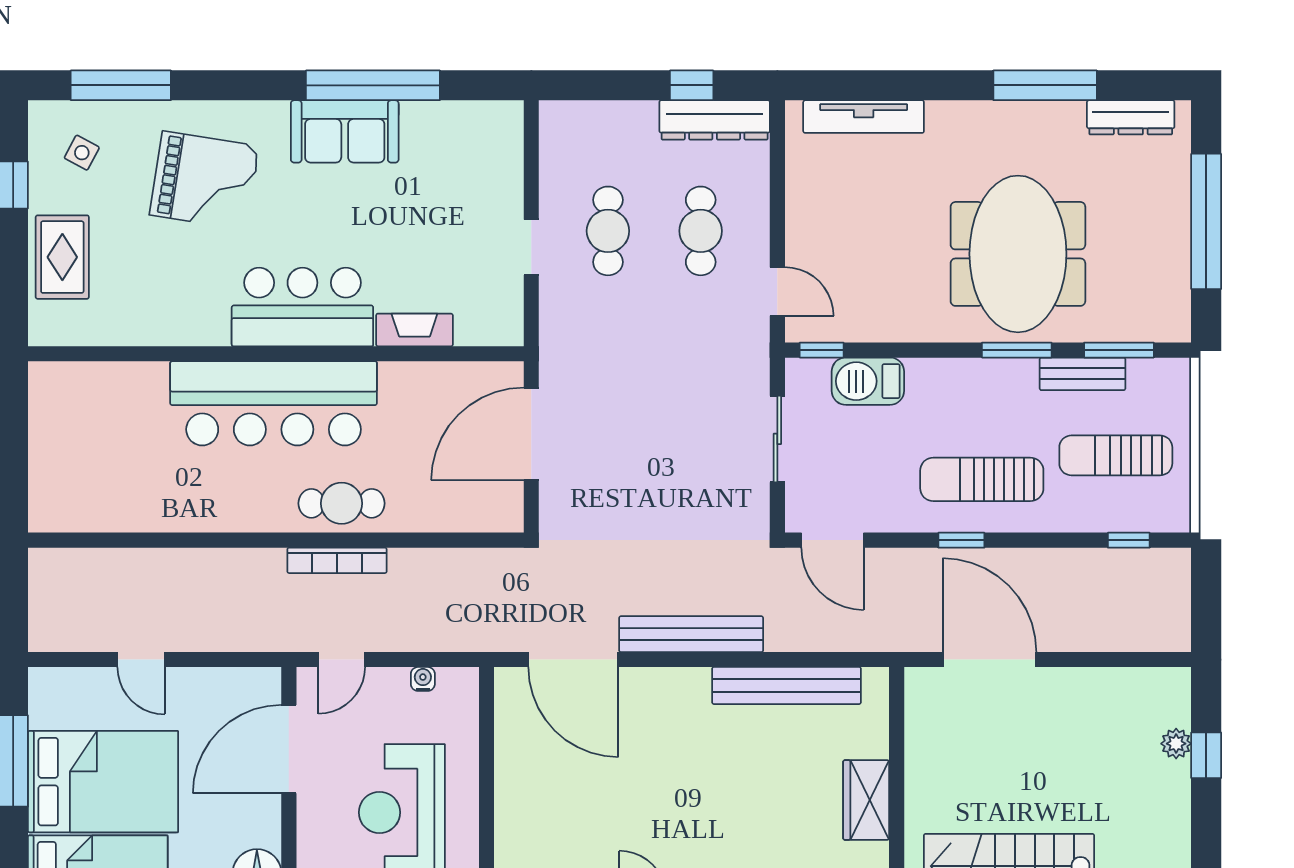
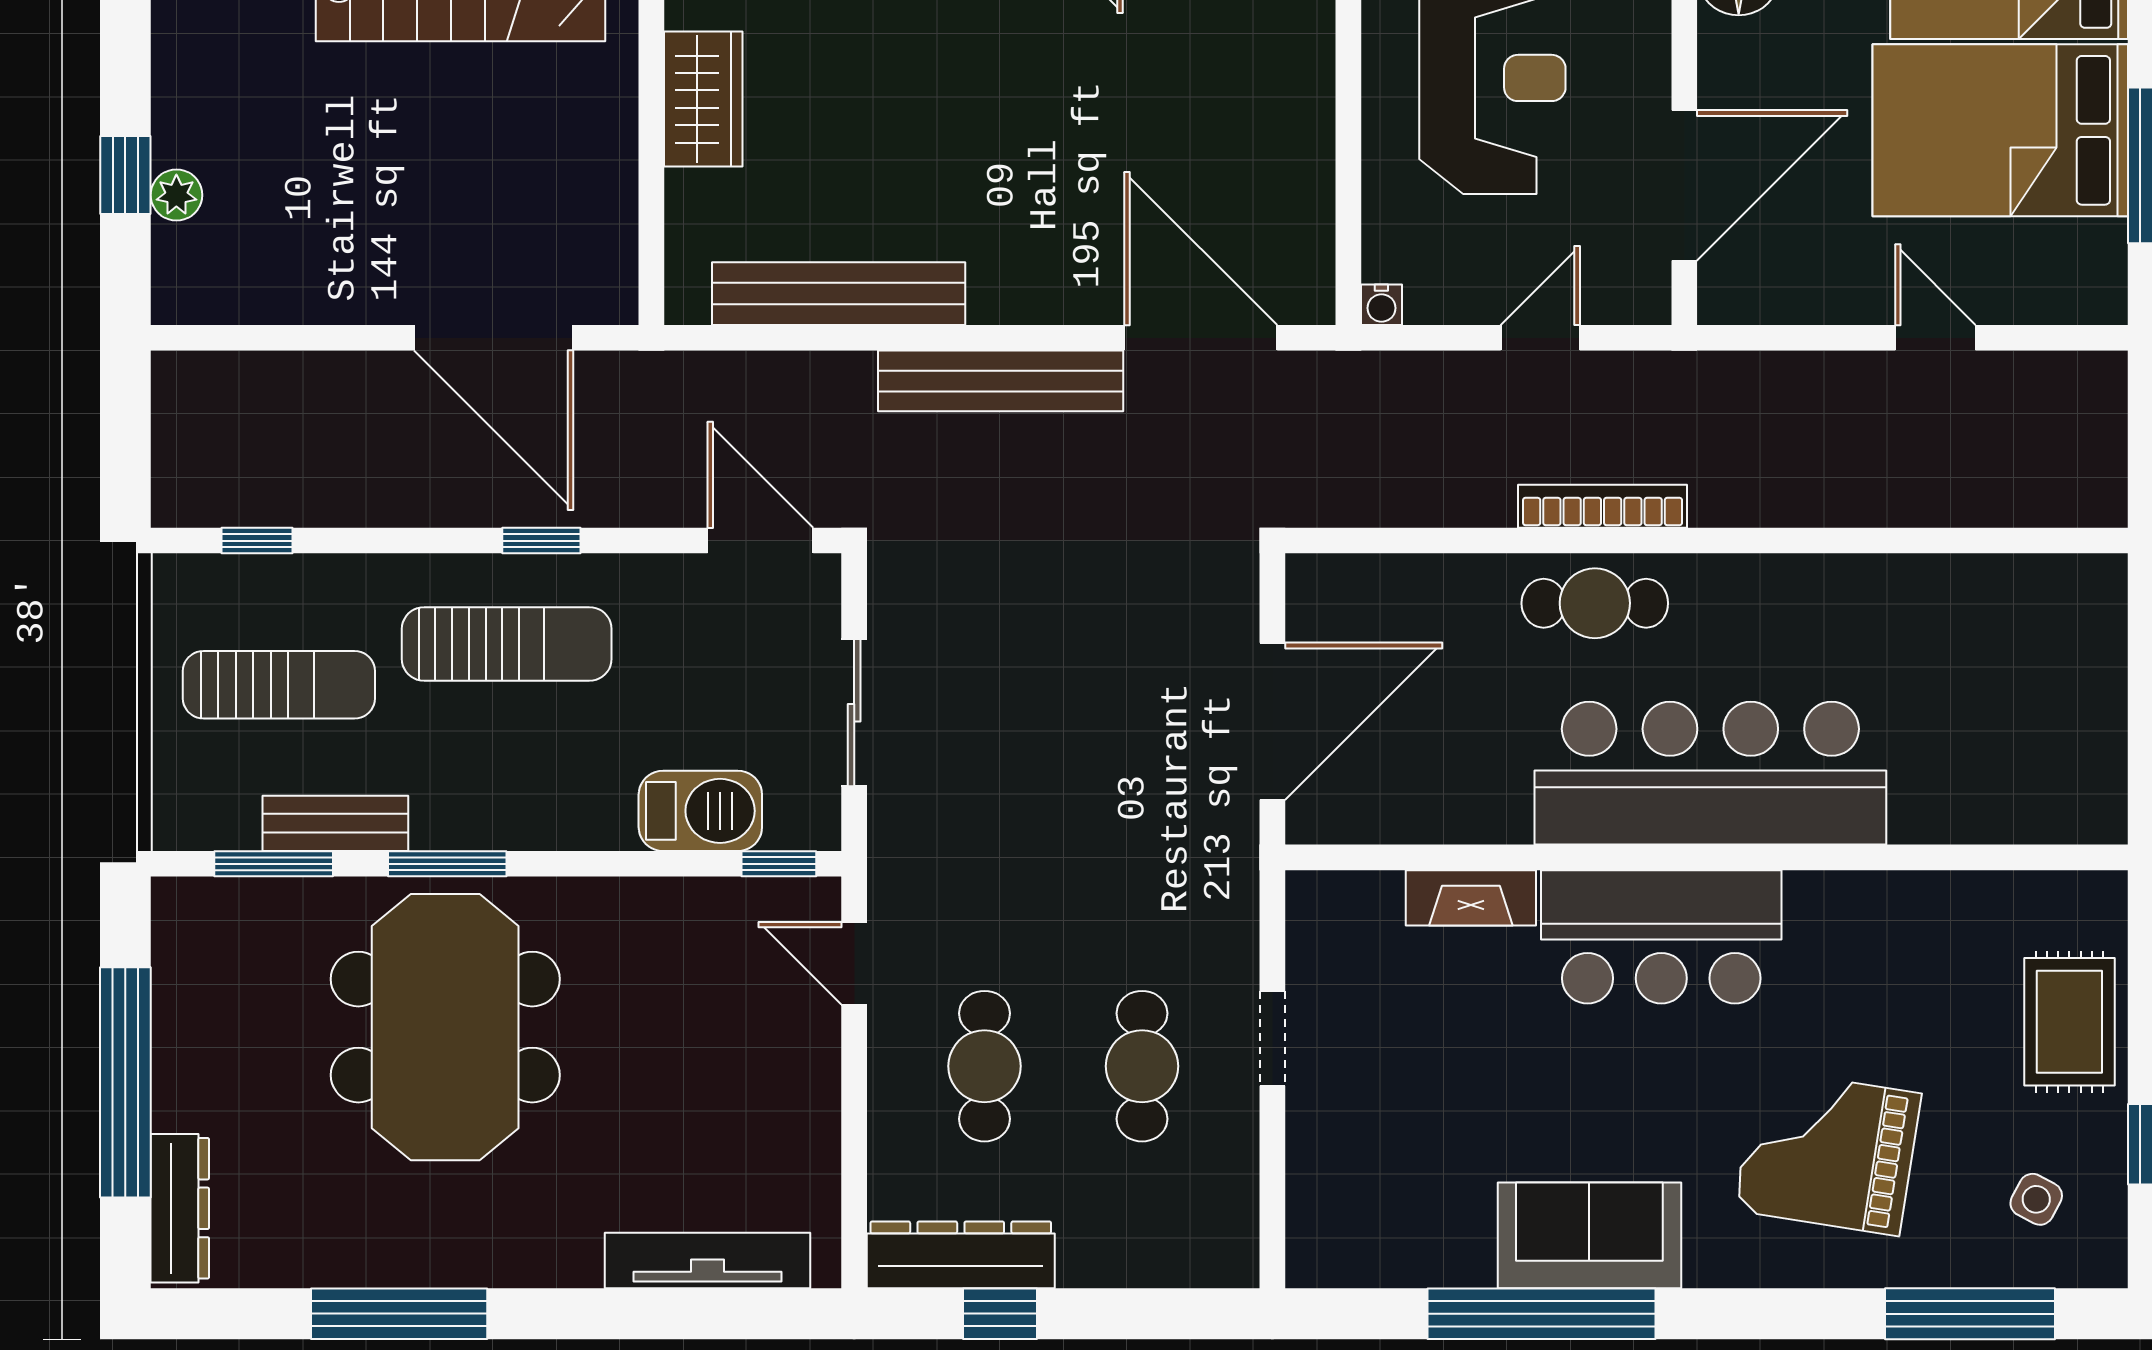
dresser: (1131, 117) -> (180, 1208), moved, turned 90
door: (342, 660) -> (1540, 338), moved
water cooler: (423, 679) -> (1381, 305), moved

